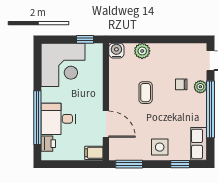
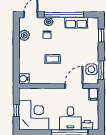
window: (85, 39) -> (16, 111), moved
plant: (142, 51) -> (24, 35), moved
row of seats: (199, 144) -> (76, 23), moved
side table: (160, 147) -> (91, 69), moved

